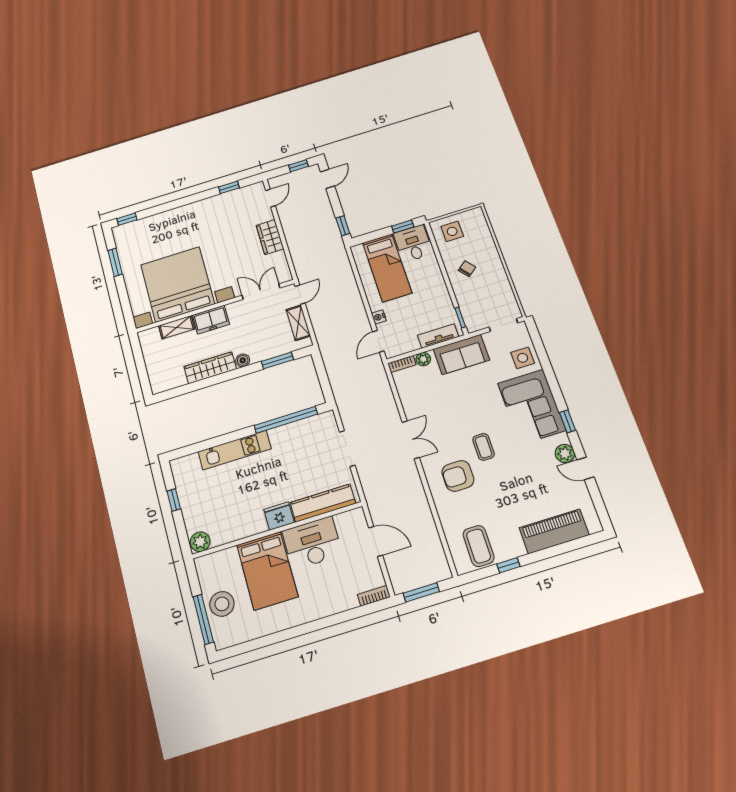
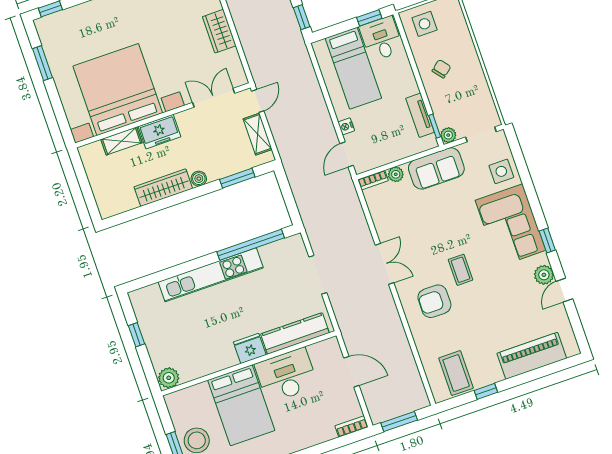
plant: (473, 325) -> (448, 135), added
tv unit: (438, 336) -> (420, 115), moved, turned -90
kitchen unit: (235, 450) -> (211, 275), width x1.36
door: (585, 468) -> (564, 290), hinge flipped

